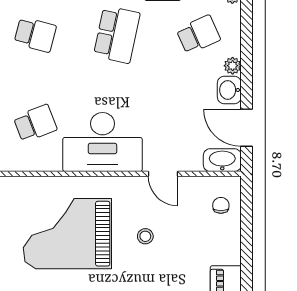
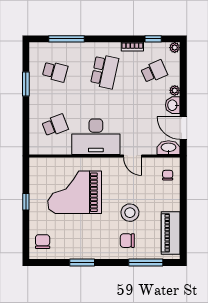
stool: (145, 236) -> (130, 213), moved, width x1.89, depth x1.89

